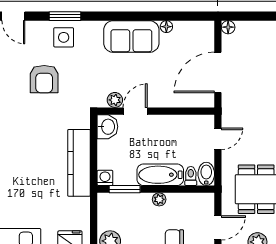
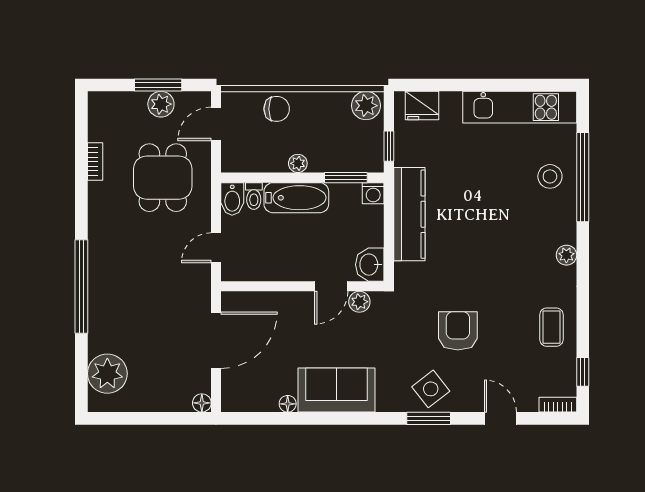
side table: (64, 37) -> (431, 389), turned -38
window: (94, 212) -> (389, 146), added

